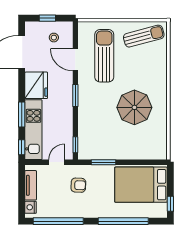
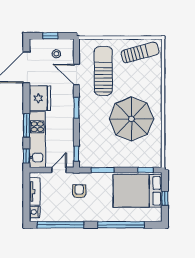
parasol: (134, 107) -> (131, 119), width x1.36, depth x1.36
window: (150, 162) -> (145, 170), added
armchair: (78, 185) -> (79, 191), turned -93
window: (170, 204) -> (165, 198), moved

